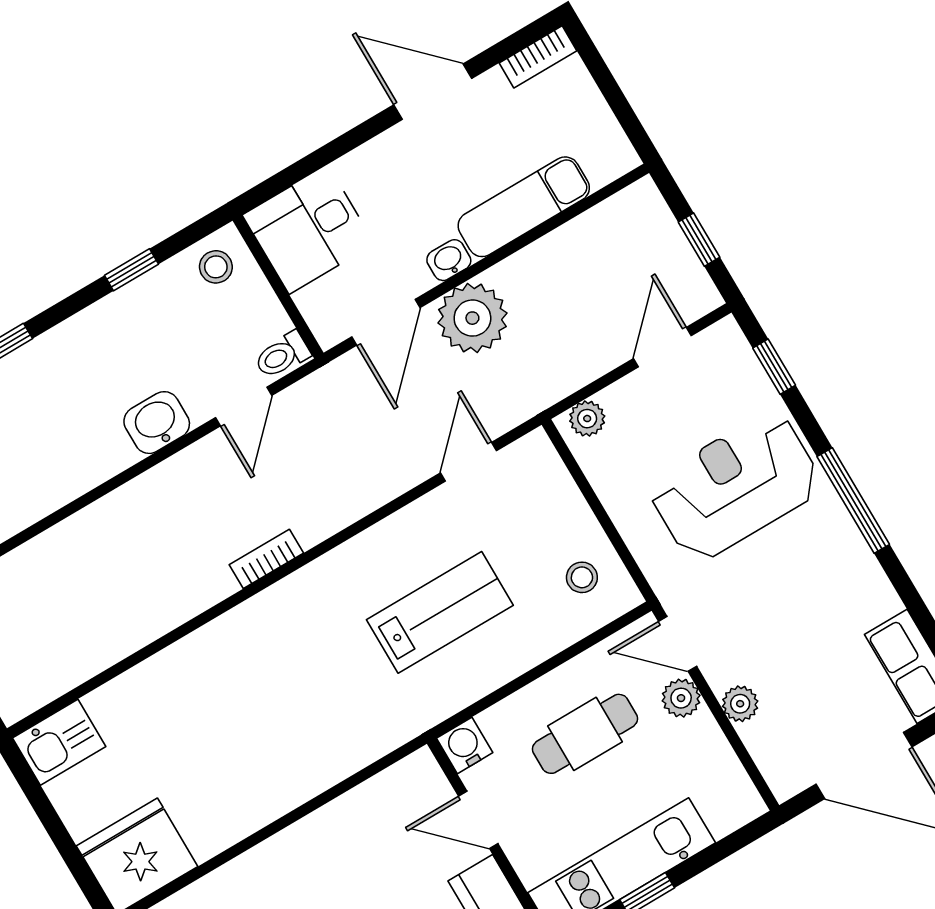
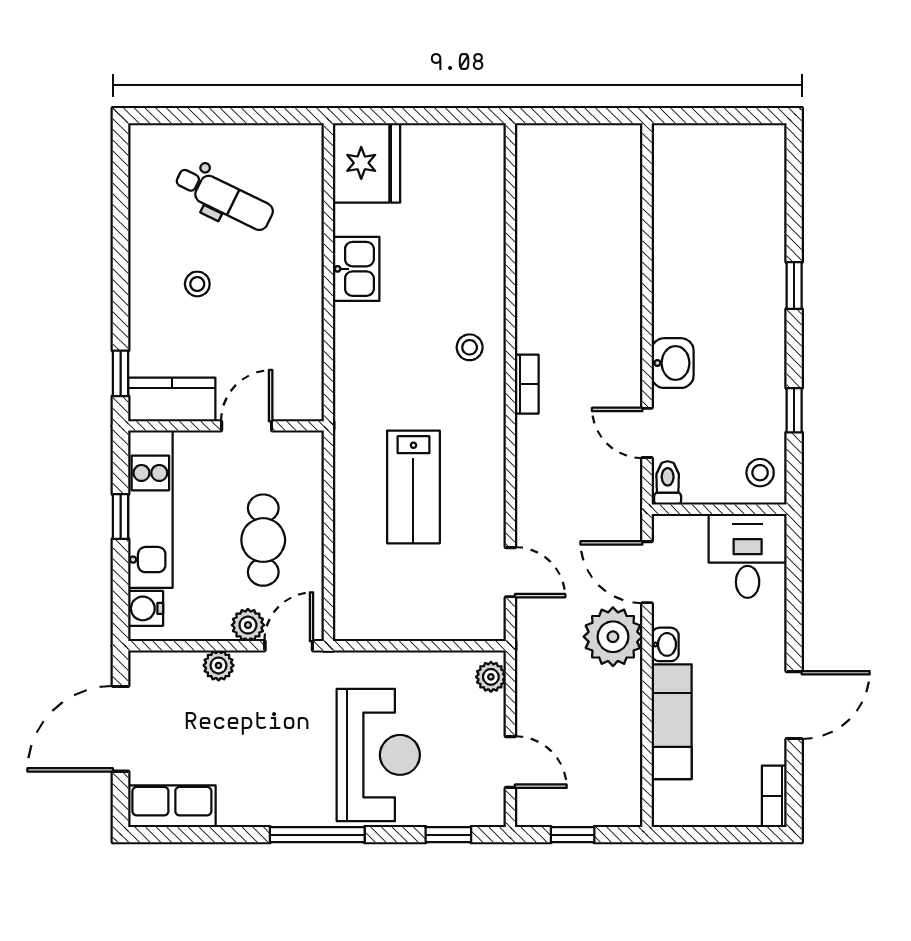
stool: (582, 577) -> (470, 347), moved
kitchen sink: (59, 742) -> (356, 269), moved, turned 180
water cooler: (465, 745) -> (146, 608), moved, turned 180

